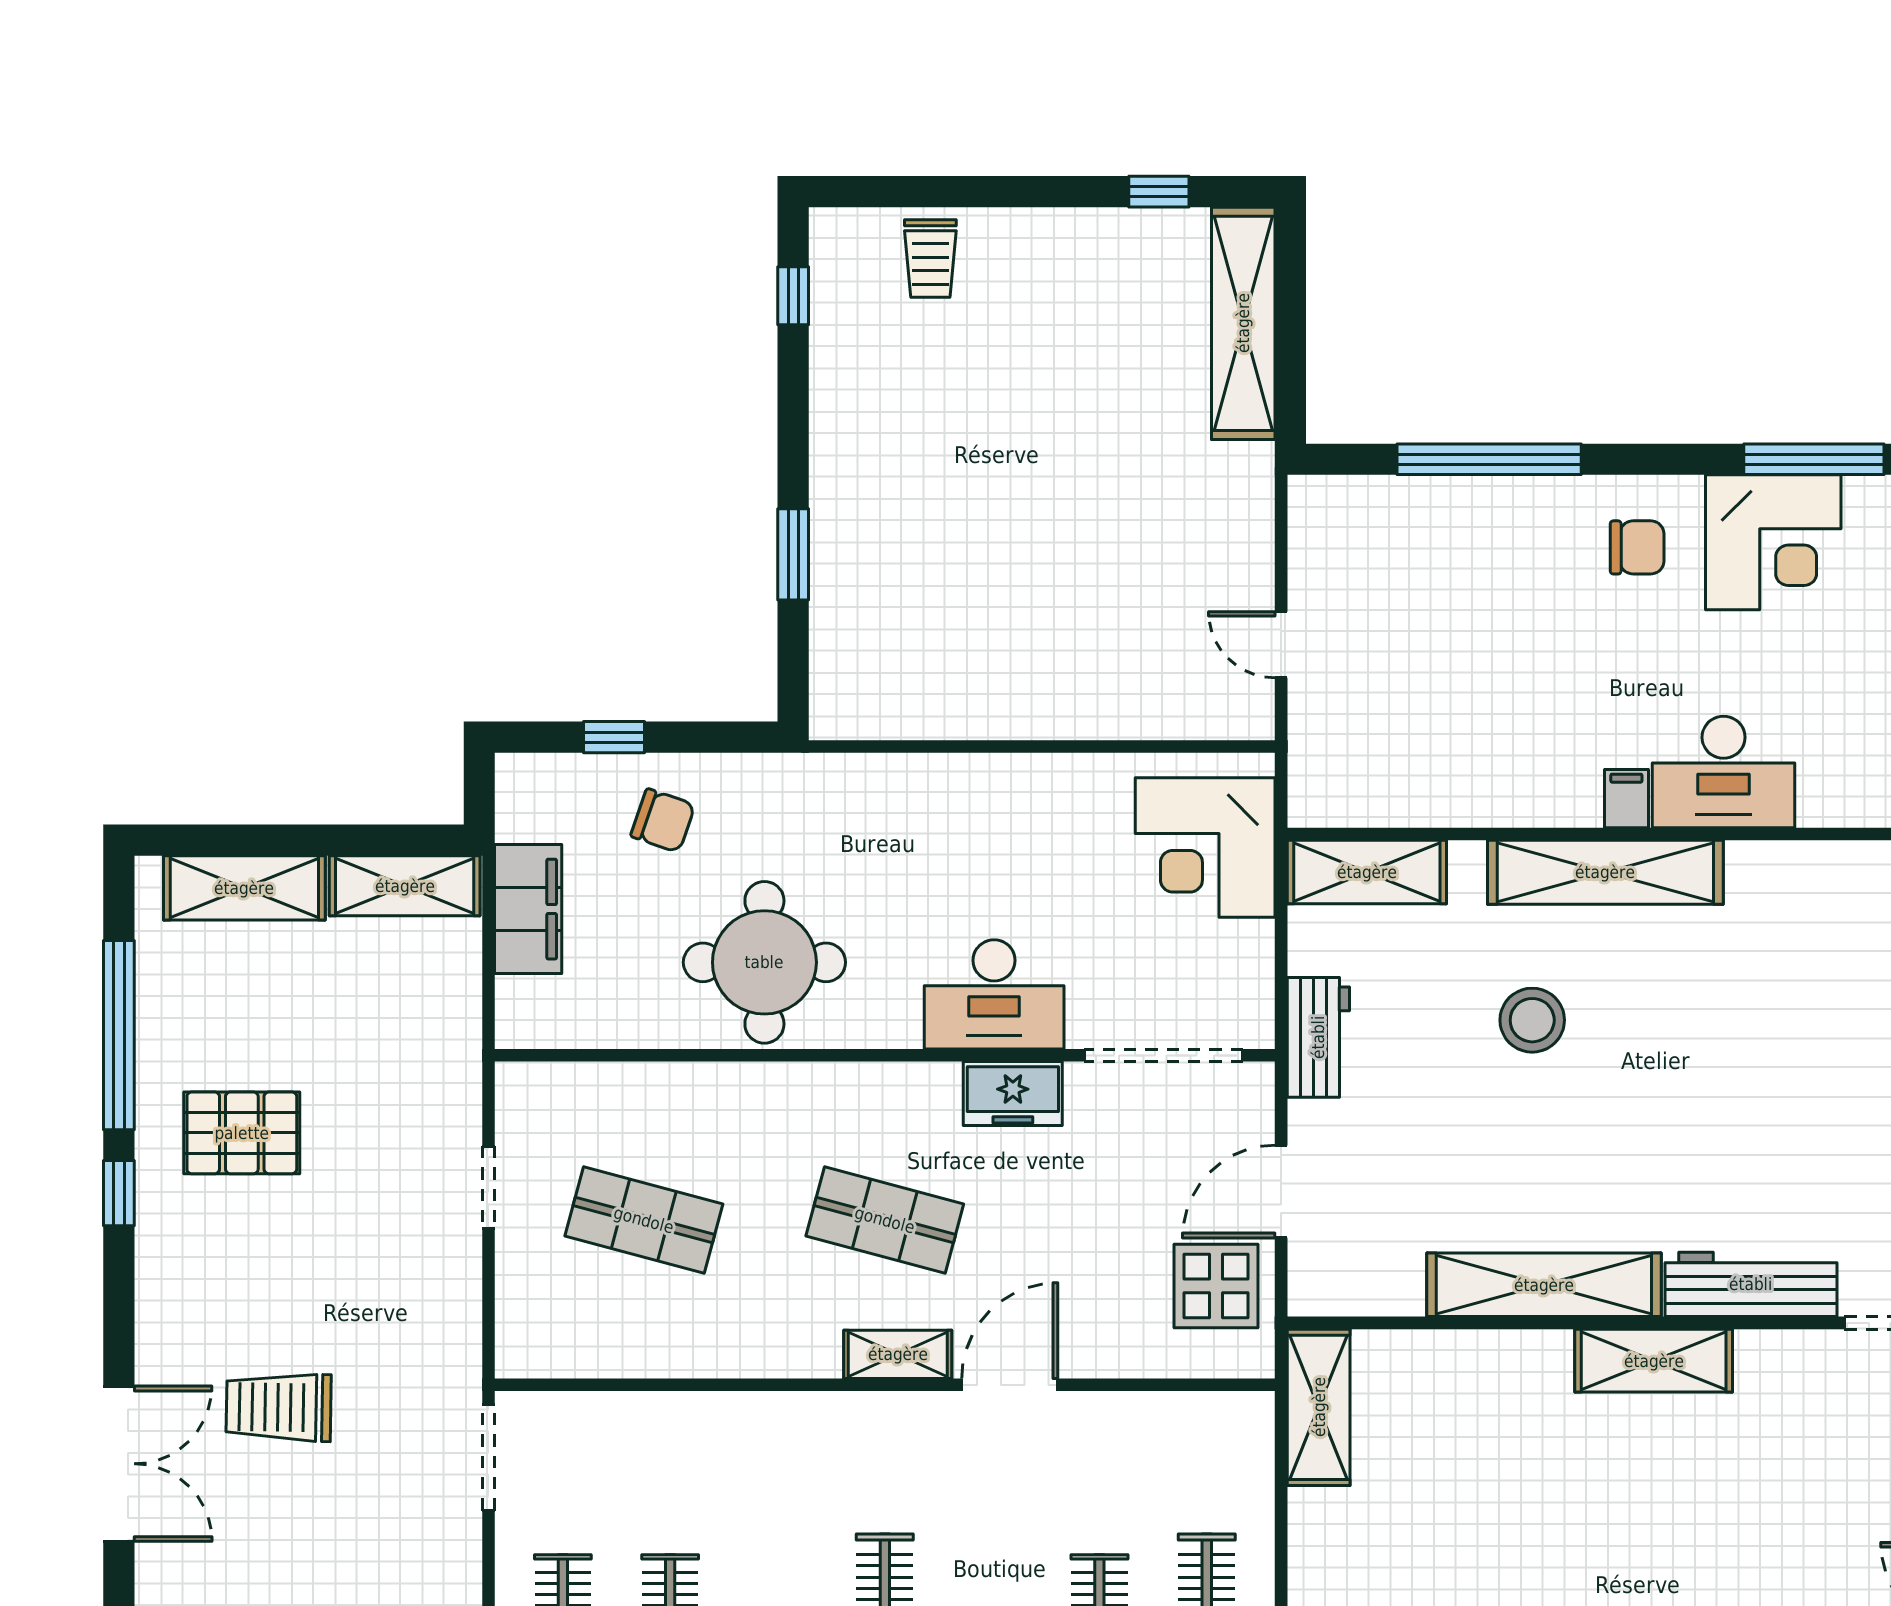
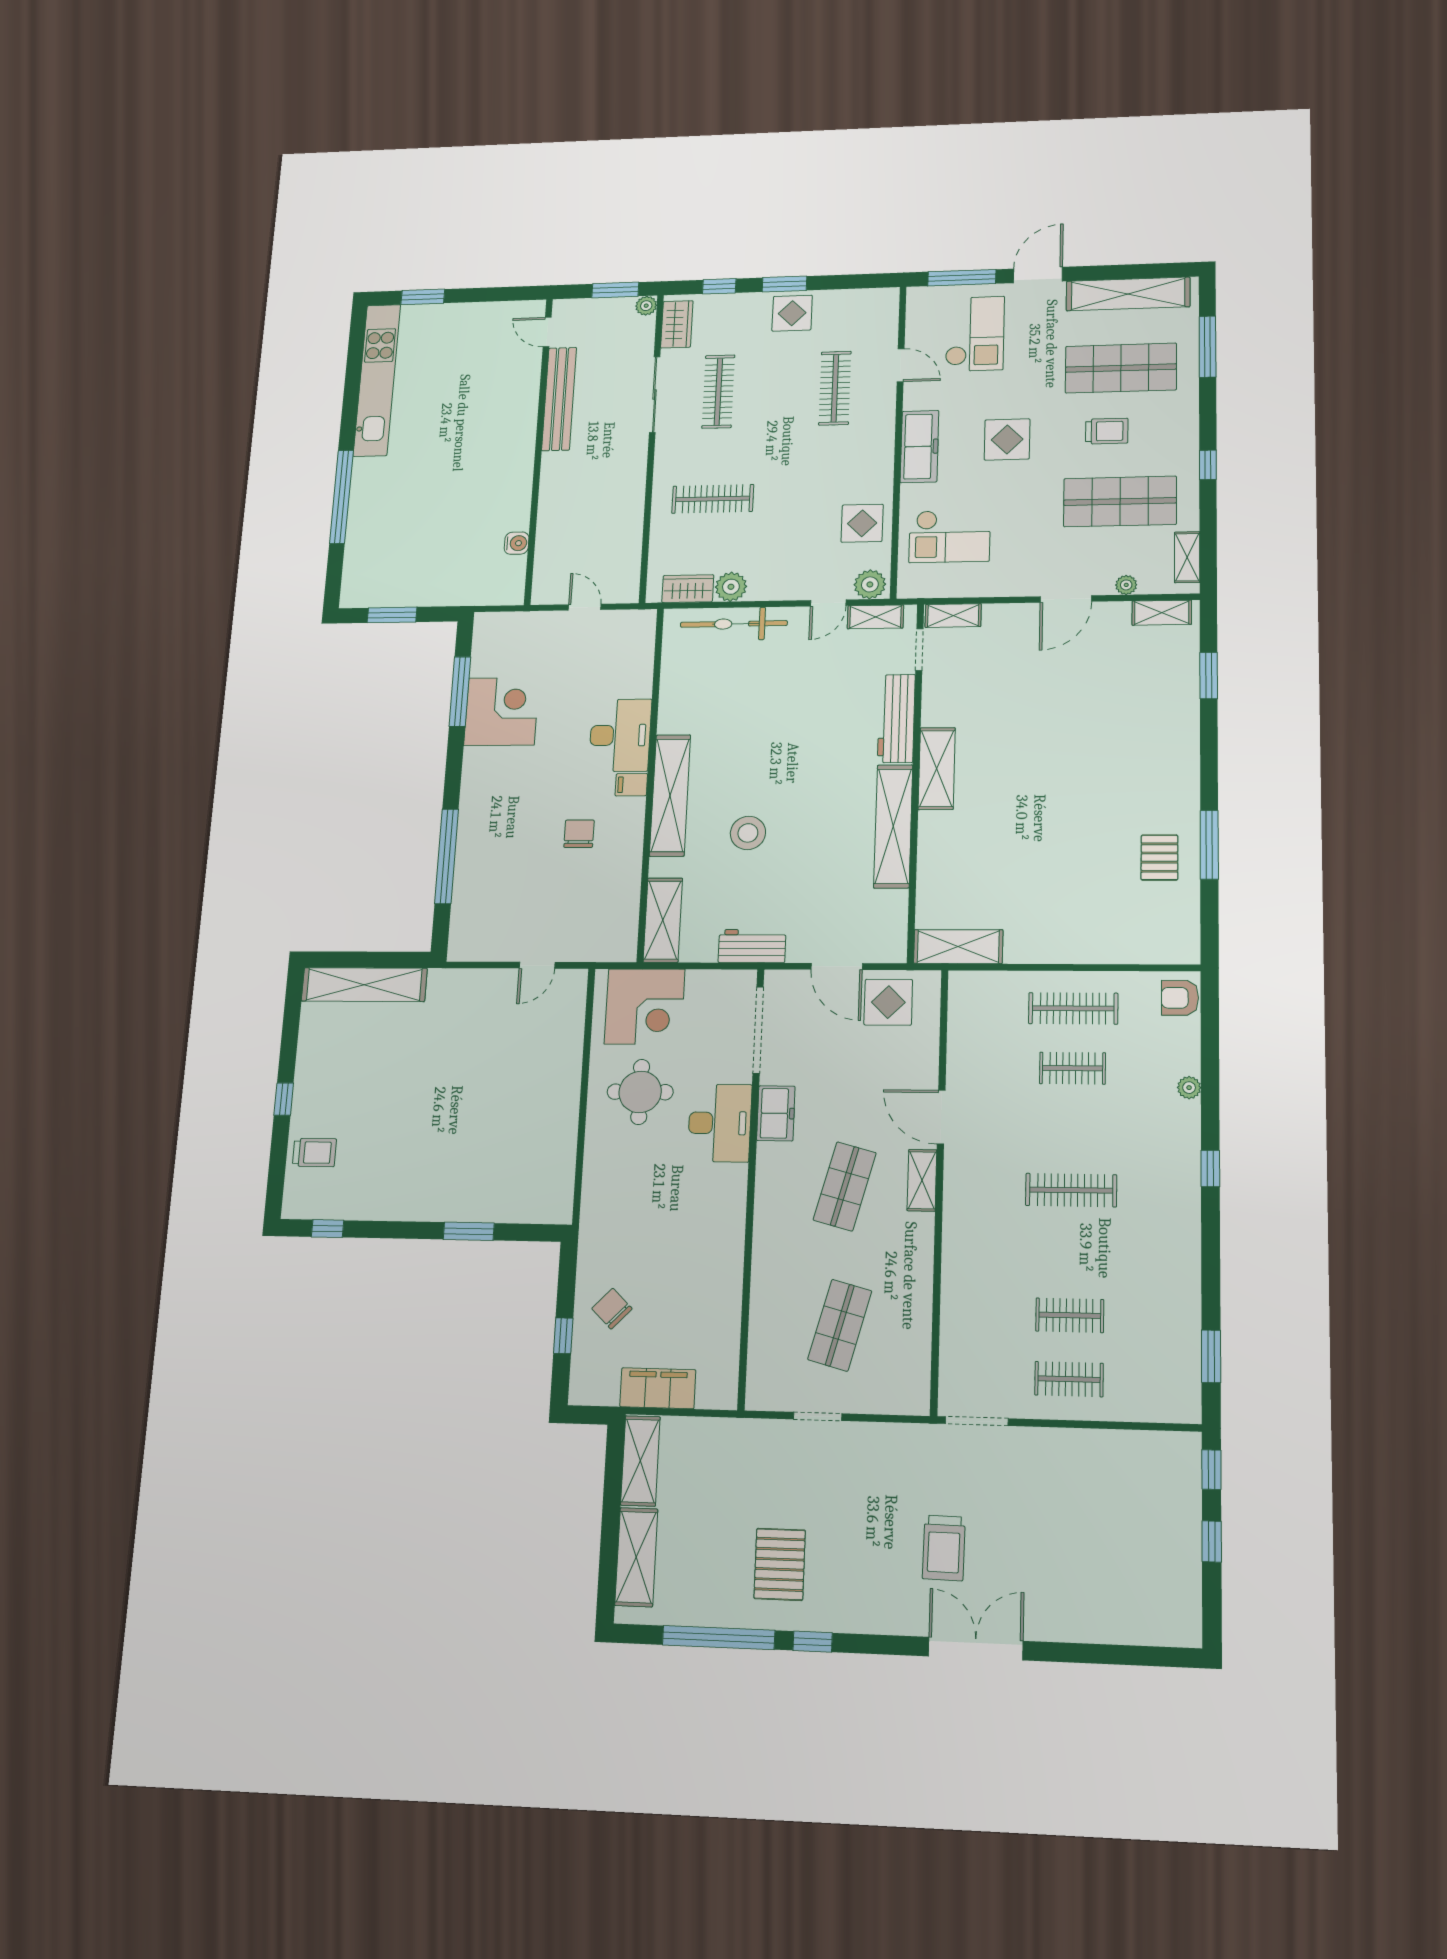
window: (1159, 192) -> (284, 1099), moved
chair: (1637, 547) -> (579, 834), moved
chair: (663, 821) -> (612, 1309), turned -65
round table: (764, 962) -> (640, 1092), moved, width x0.73, depth x0.73

